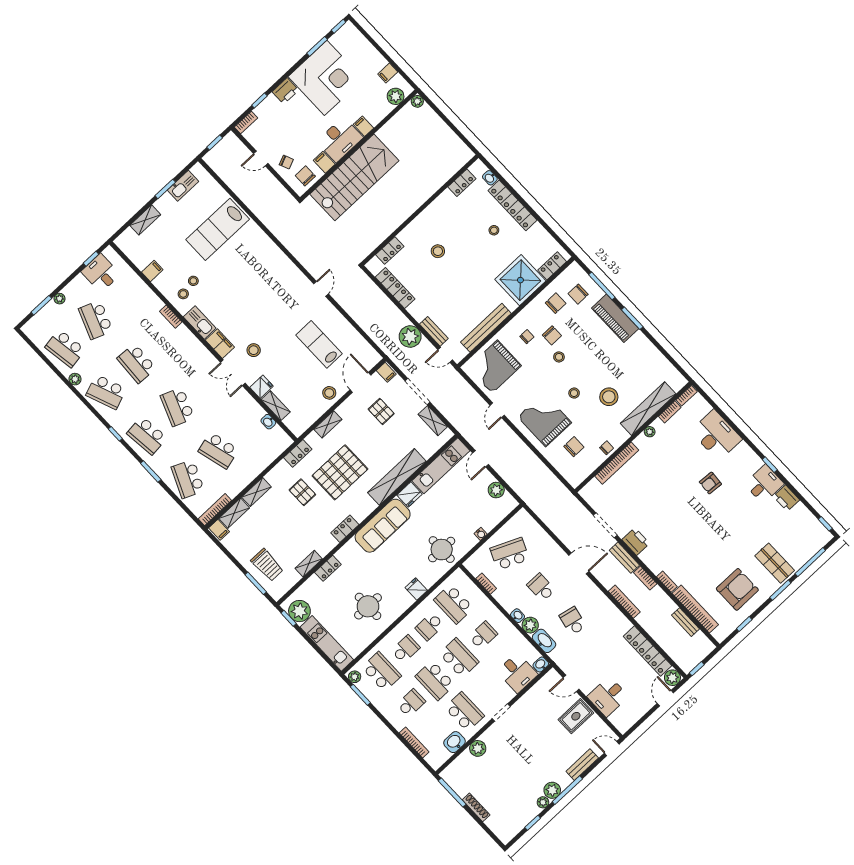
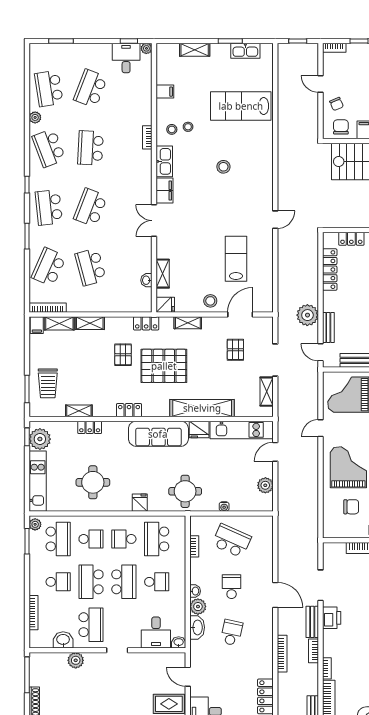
plant: (60, 299) -> (146, 48), moved
stool: (254, 350) -> (223, 167), moved
filing cabinet: (386, 372) -> (266, 325), removed
fridge: (261, 387) -> (165, 305), moved

